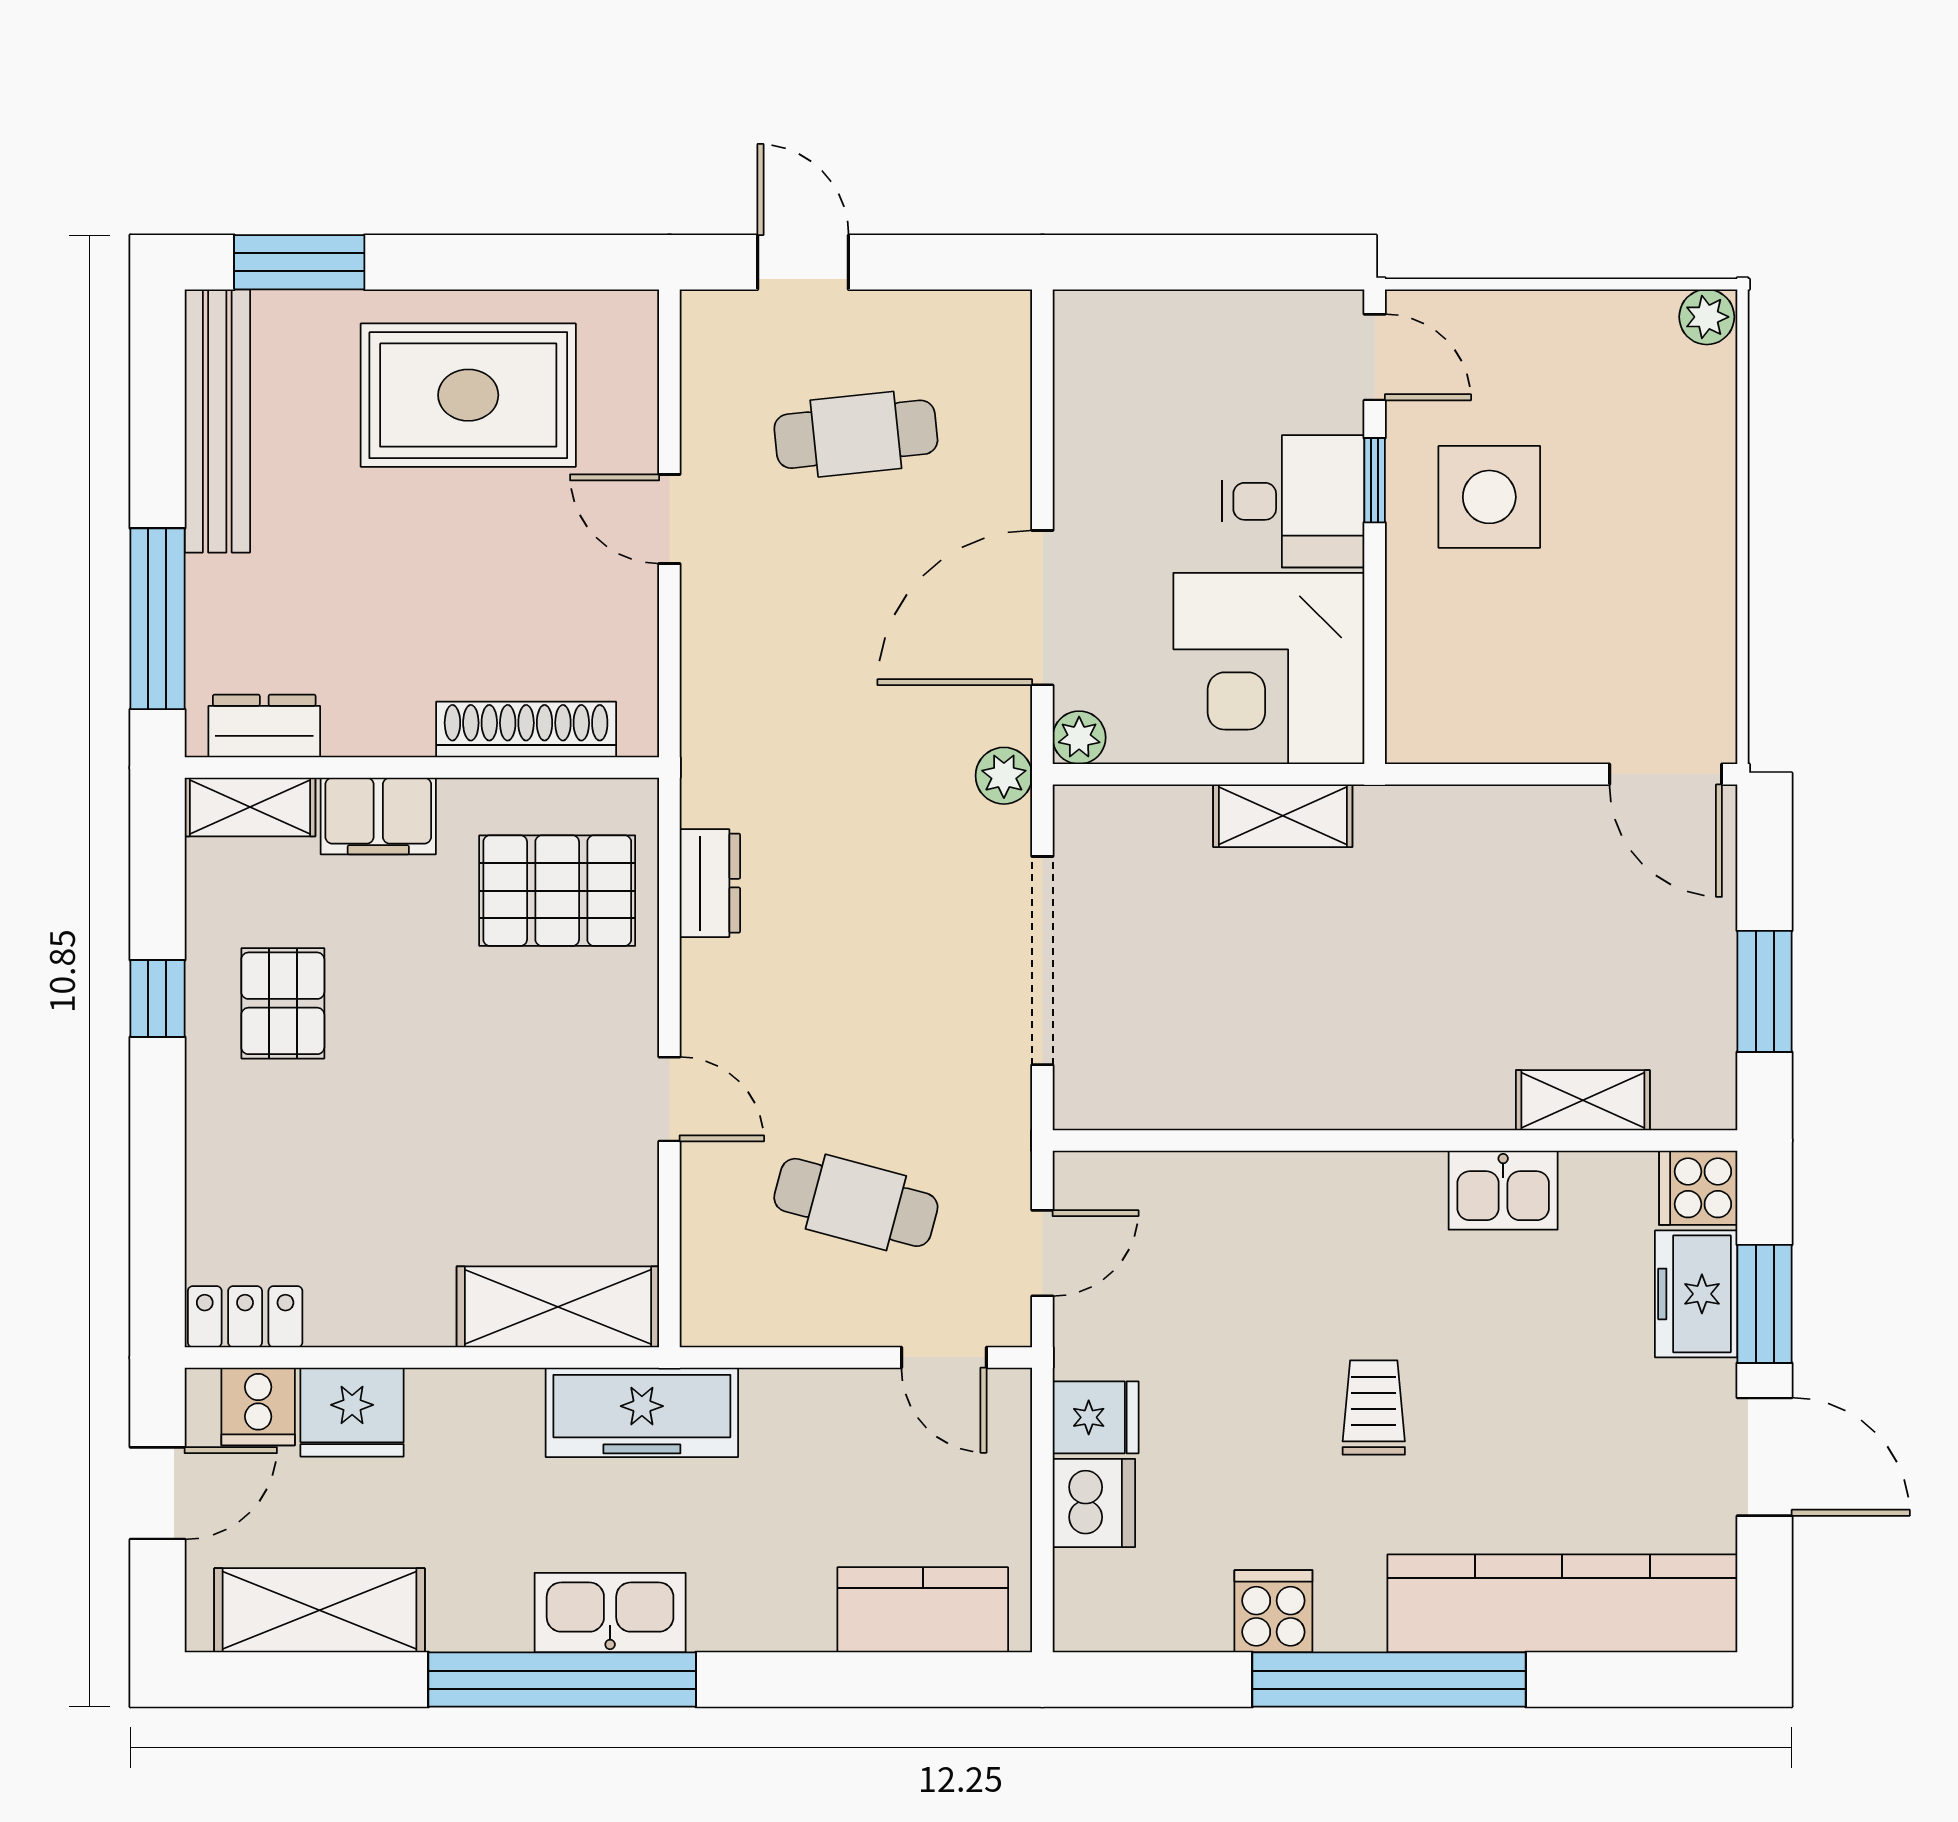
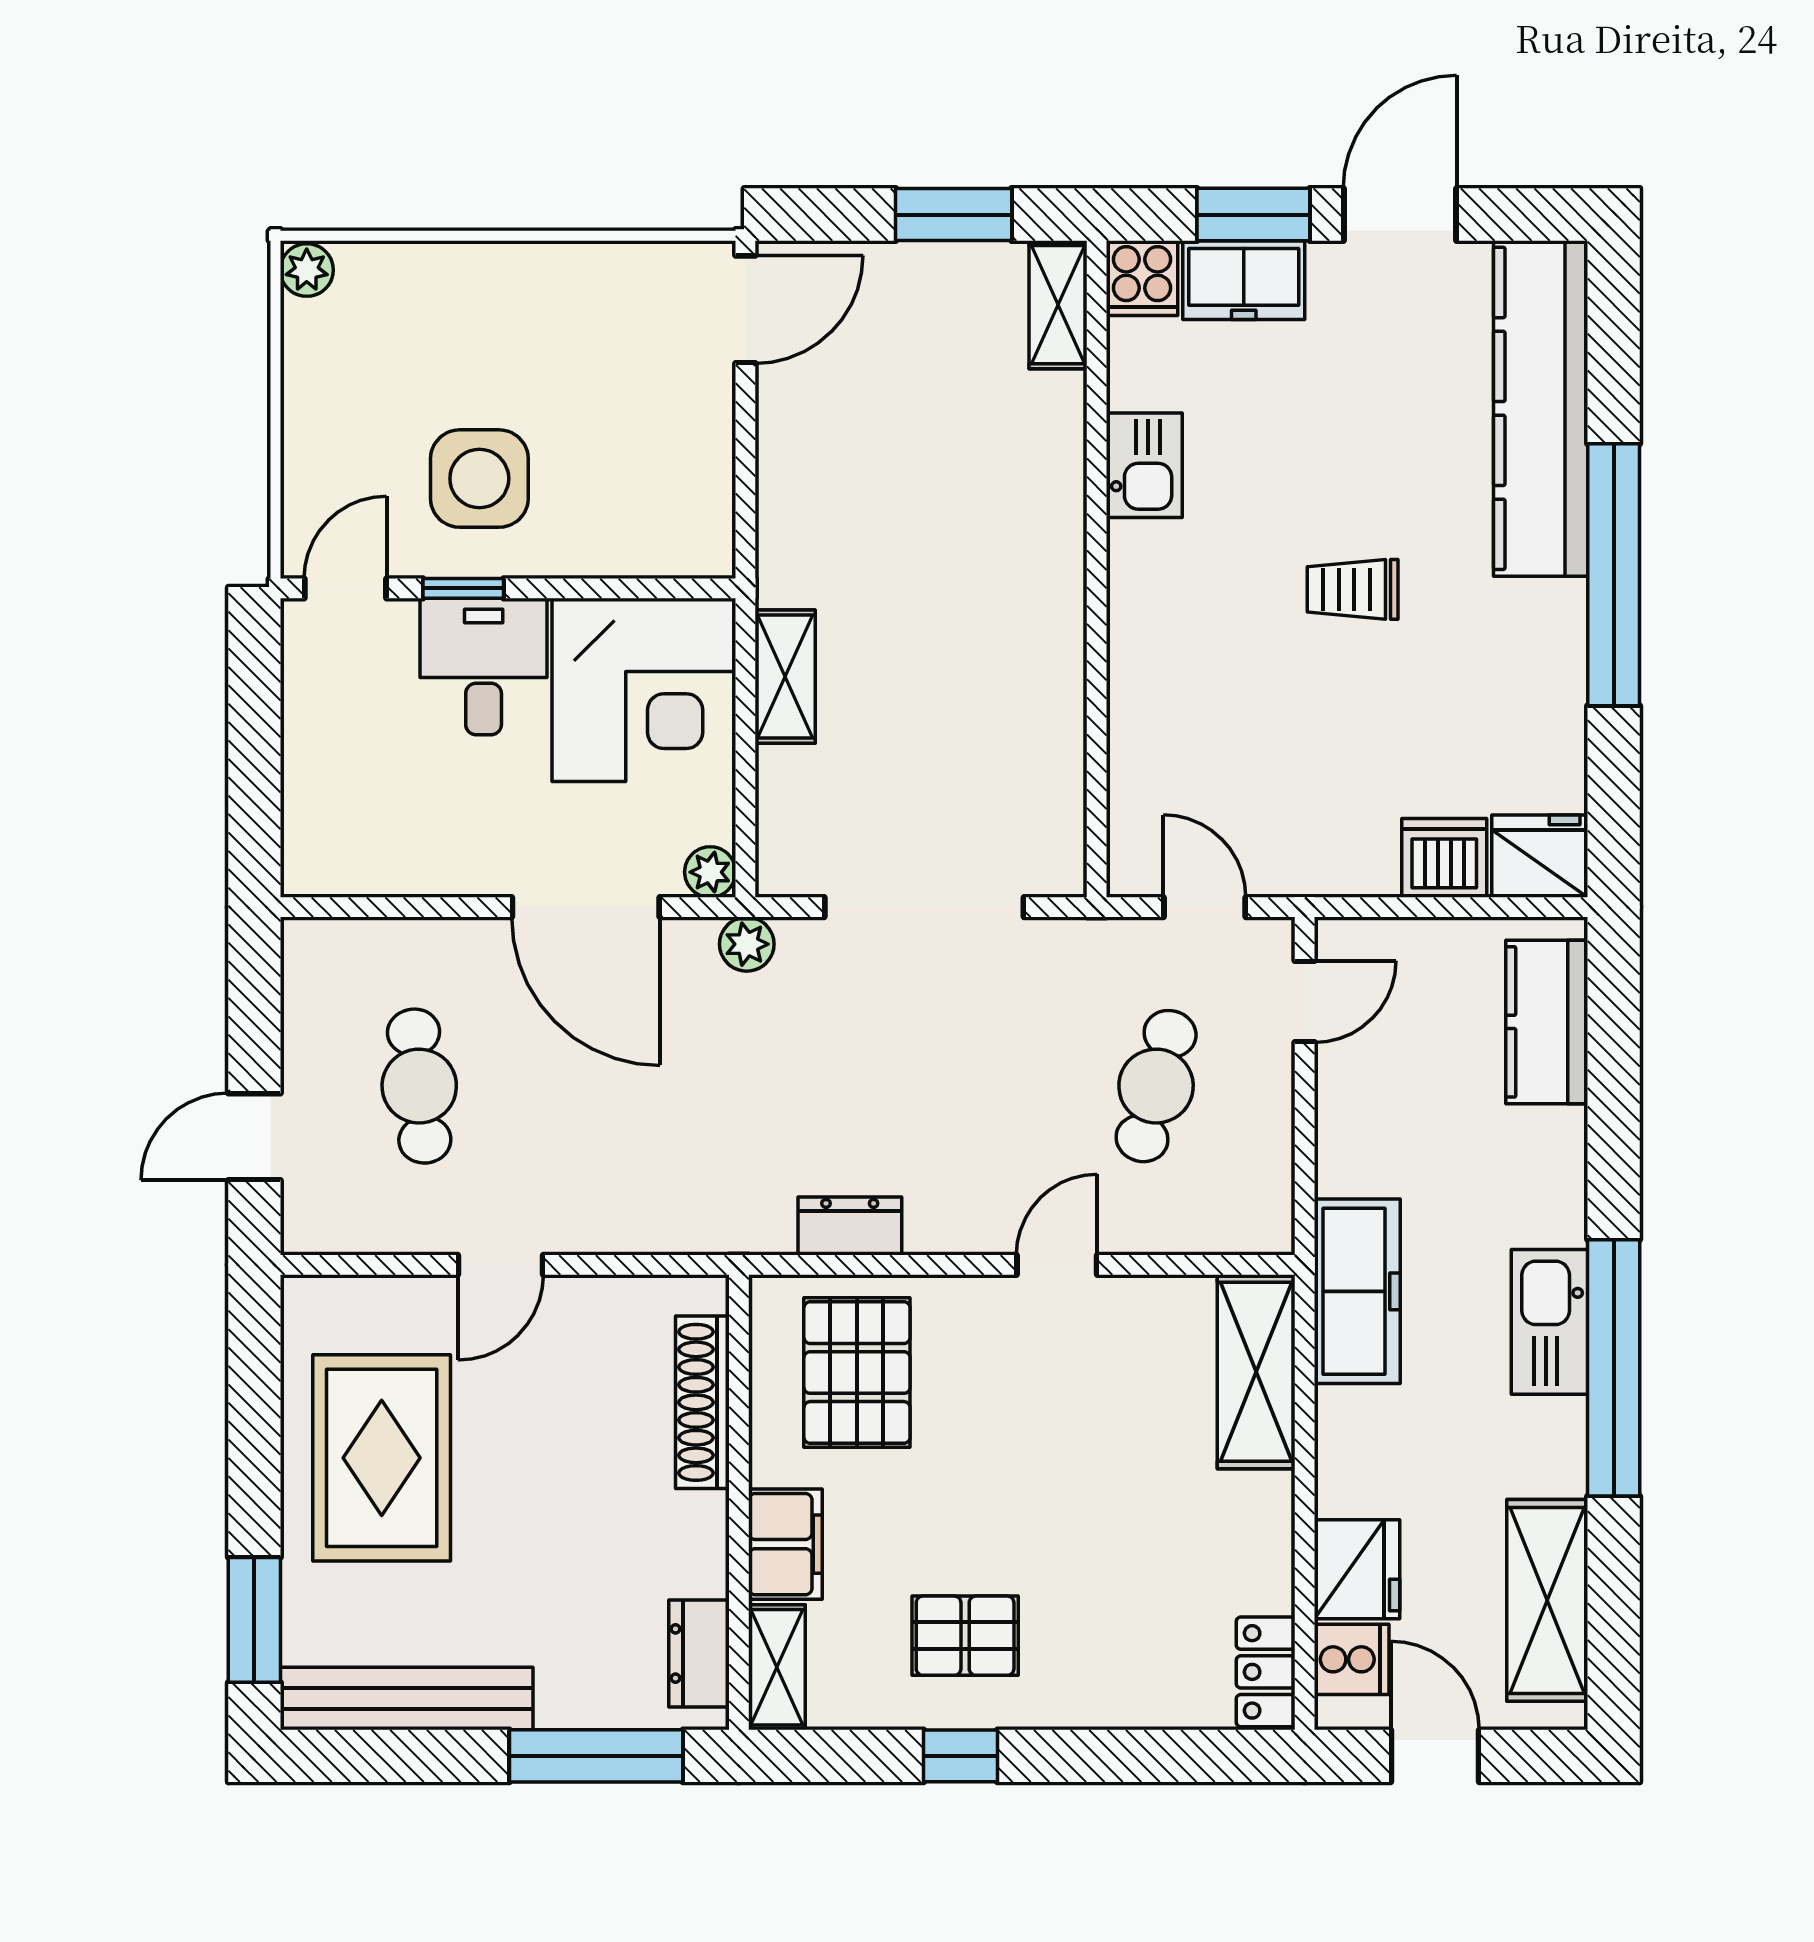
shelving: (1583, 1100) -> (1058, 305), moved
fridge: (1096, 1417) -> (1540, 856), moved, width x1.38
cooker: (1273, 1611) -> (1548, 686), removed

